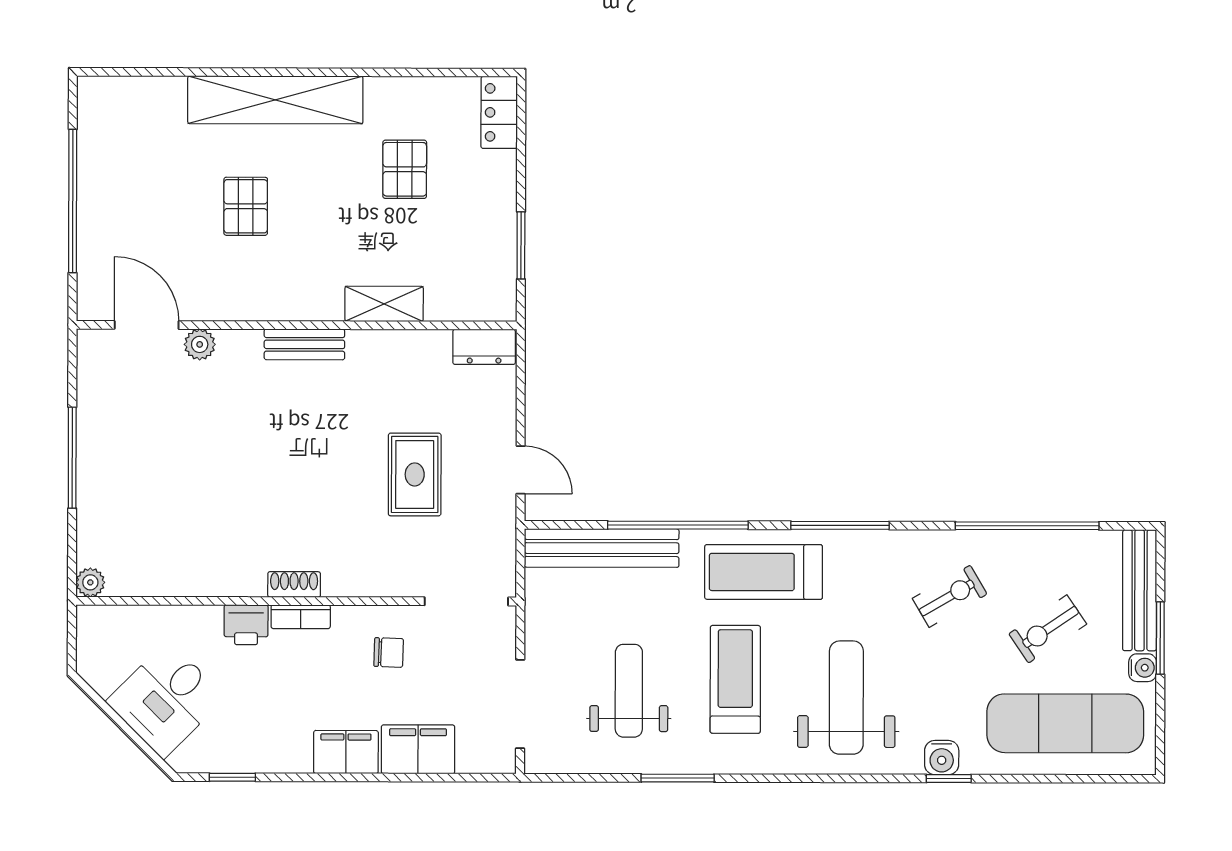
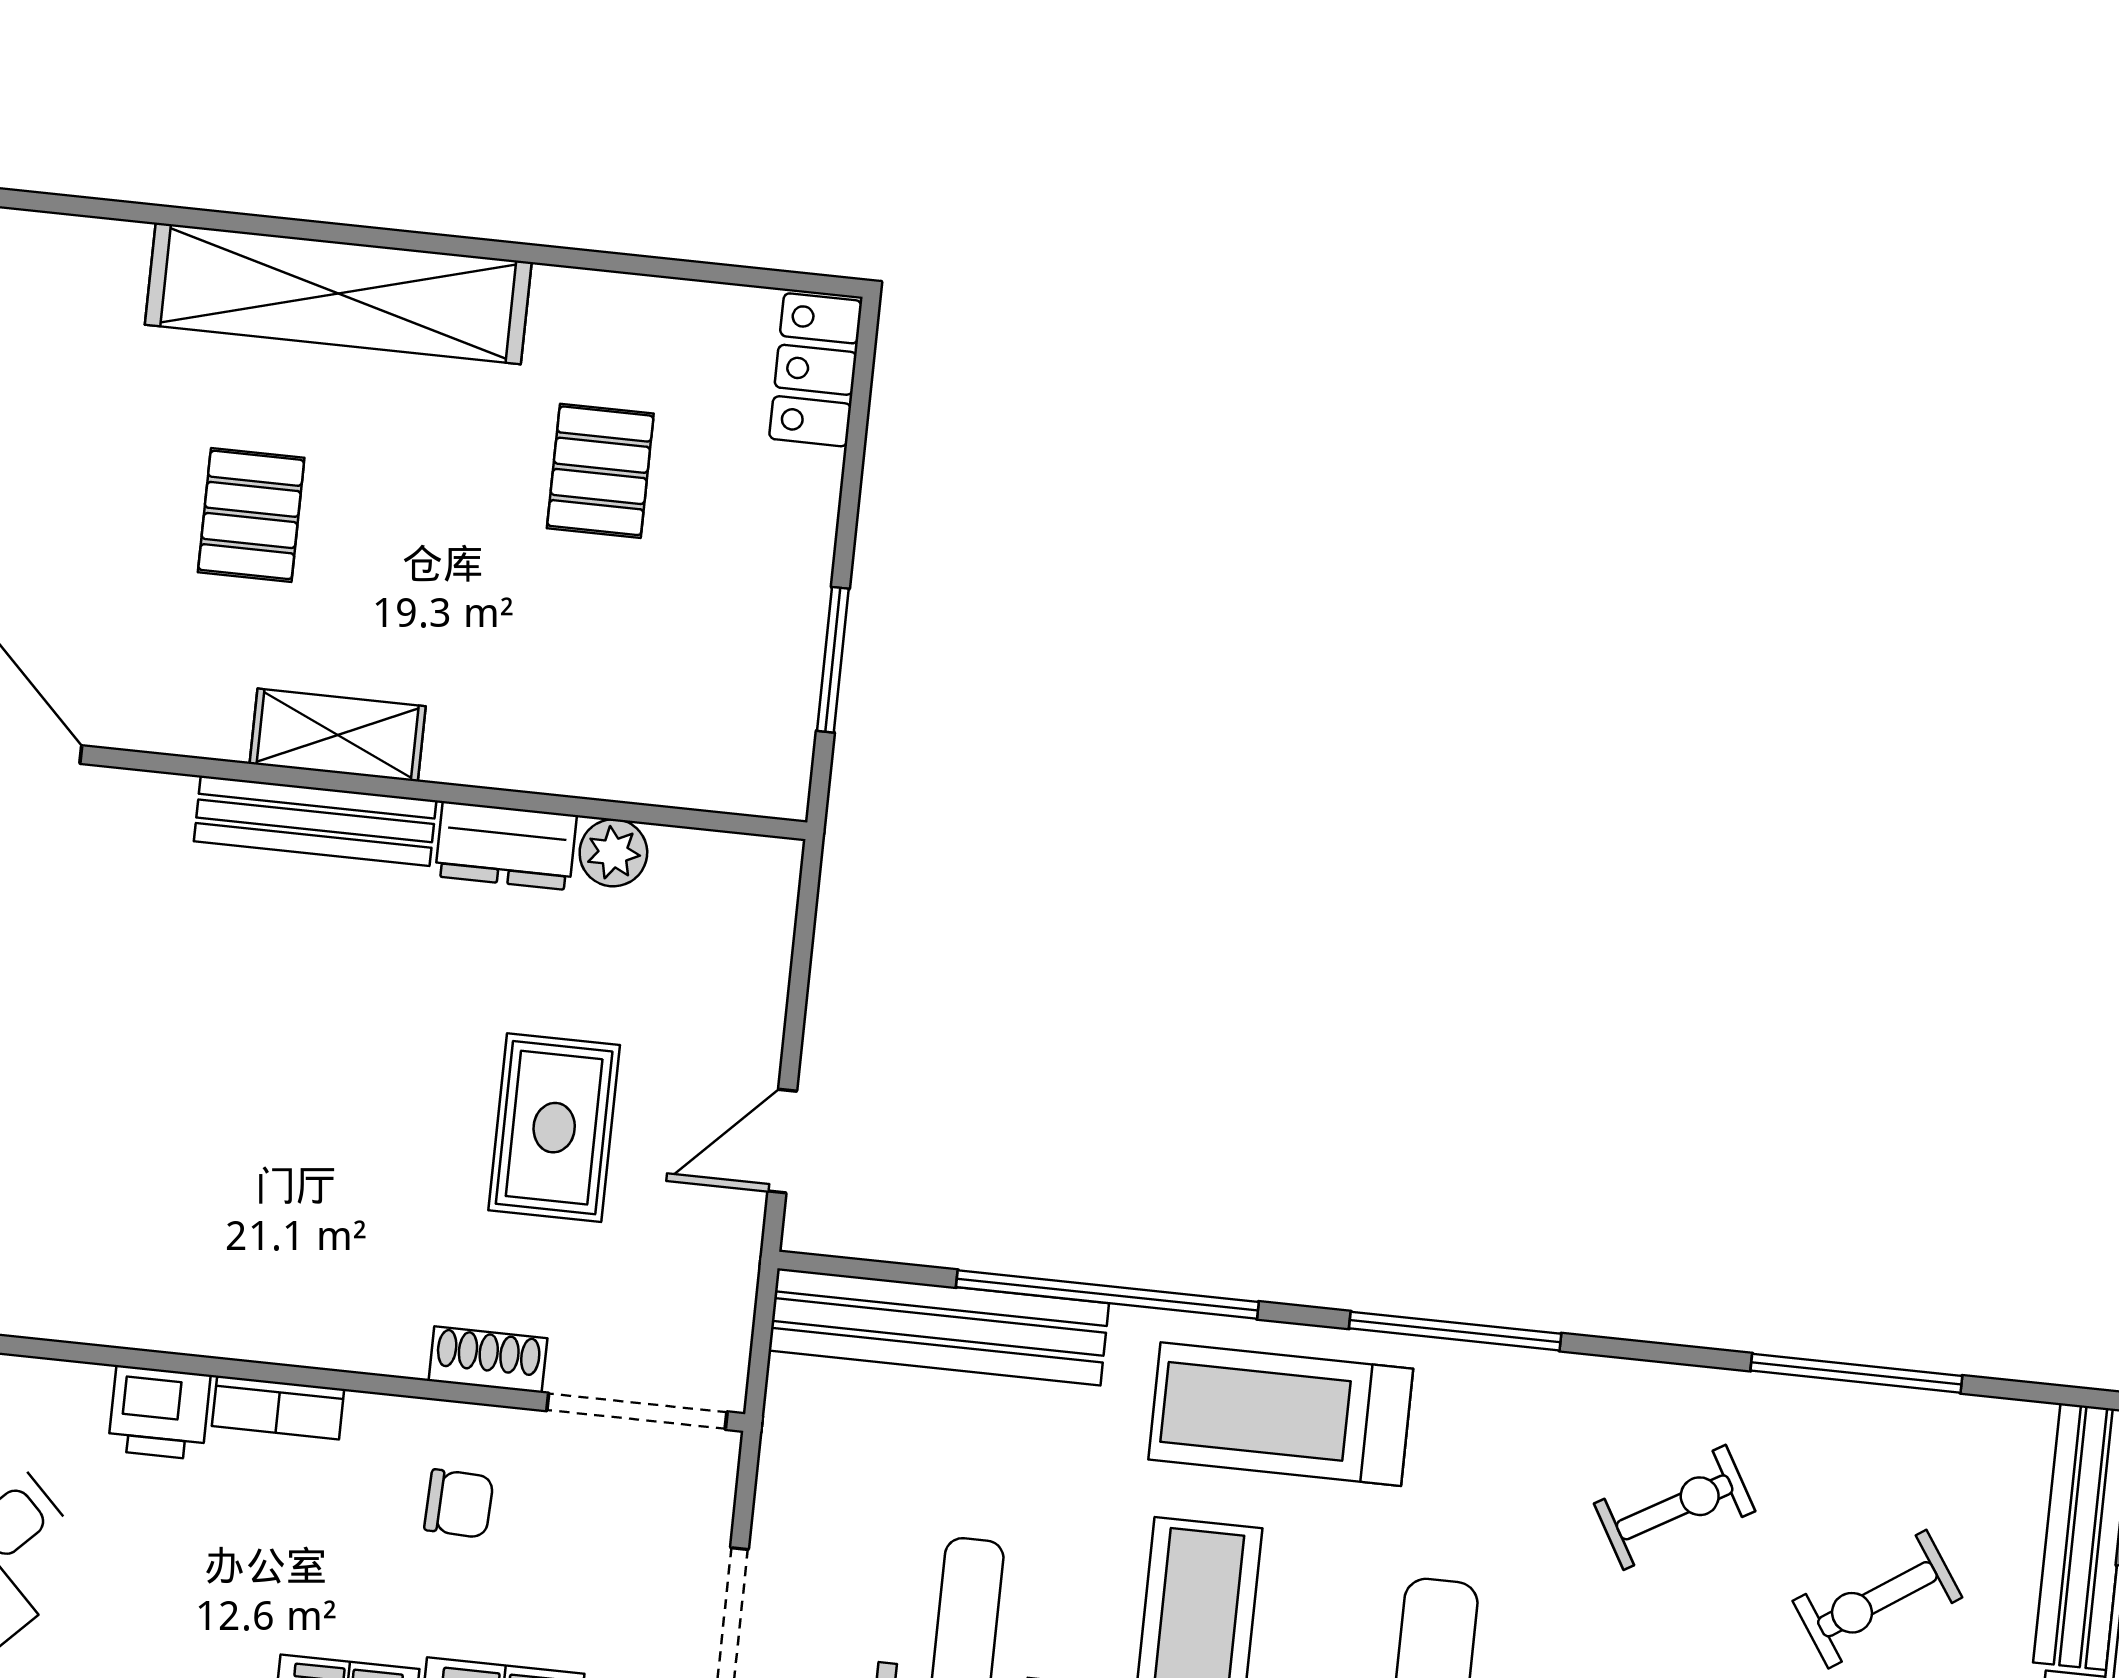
shelving: (384, 304) -> (338, 735), moved
plant: (200, 344) -> (613, 853), moved
bench: (304, 344) -> (315, 821), width x1.36
dresser: (484, 347) -> (506, 846), moved
door: (521, 470) -> (782, 1141), swing flipped
window: (1027, 526) -> (1856, 1373), width x0.68
shoe rack: (294, 584) -> (488, 1360), moved

